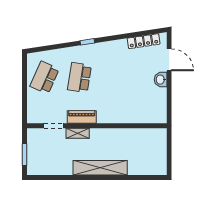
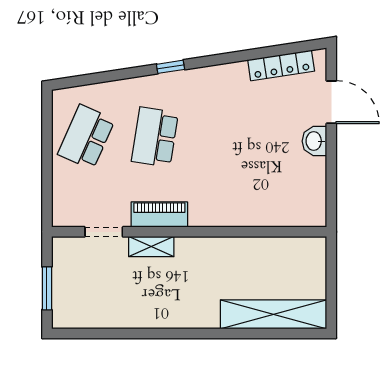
shelving: (100, 168) -> (274, 314), moved

